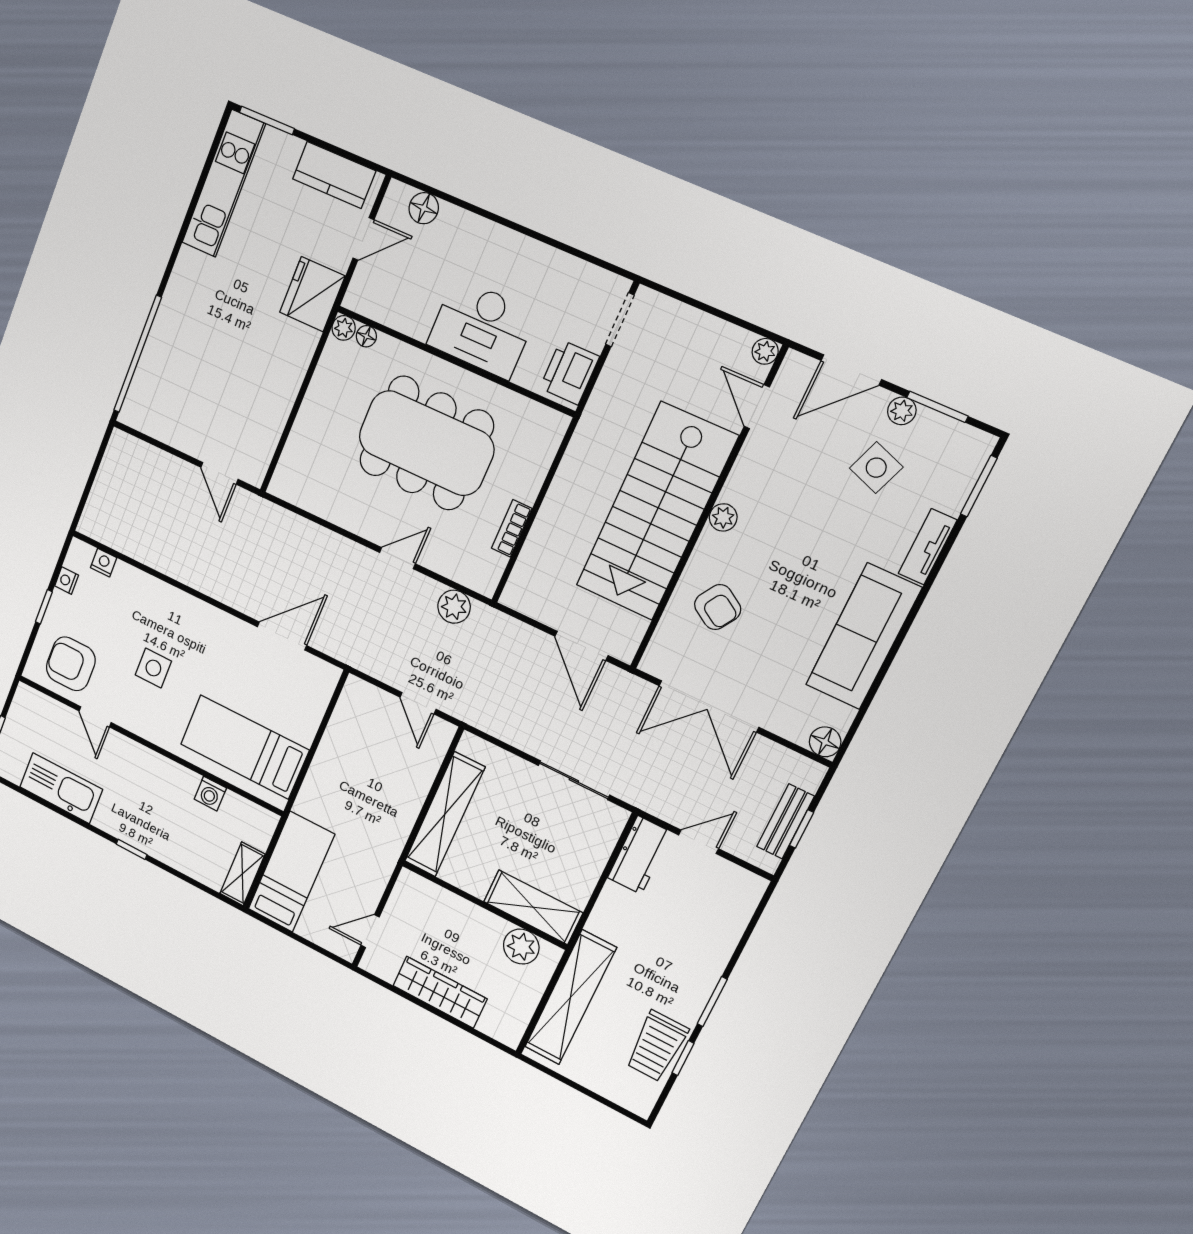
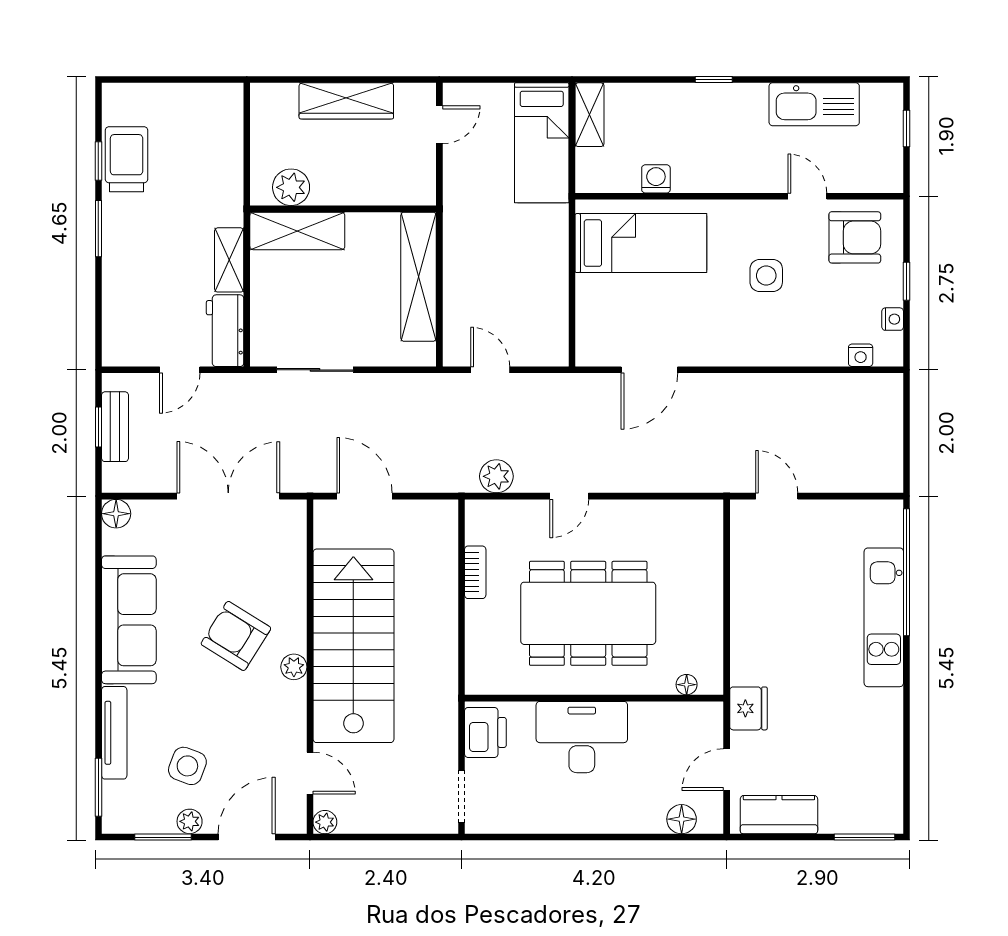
kitchen unit: (223, 184) -> (884, 617), moved
fridge: (312, 294) -> (748, 708), width x0.73, depth x0.75
plant: (344, 328) -> (711, 683), removed
tv unit: (928, 547) -> (114, 733), width x1.41
armchair: (718, 607) -> (236, 636), moved, width x1.38, depth x1.38
shelving: (570, 997) -> (229, 260), moved, width x0.45, depth x0.75

